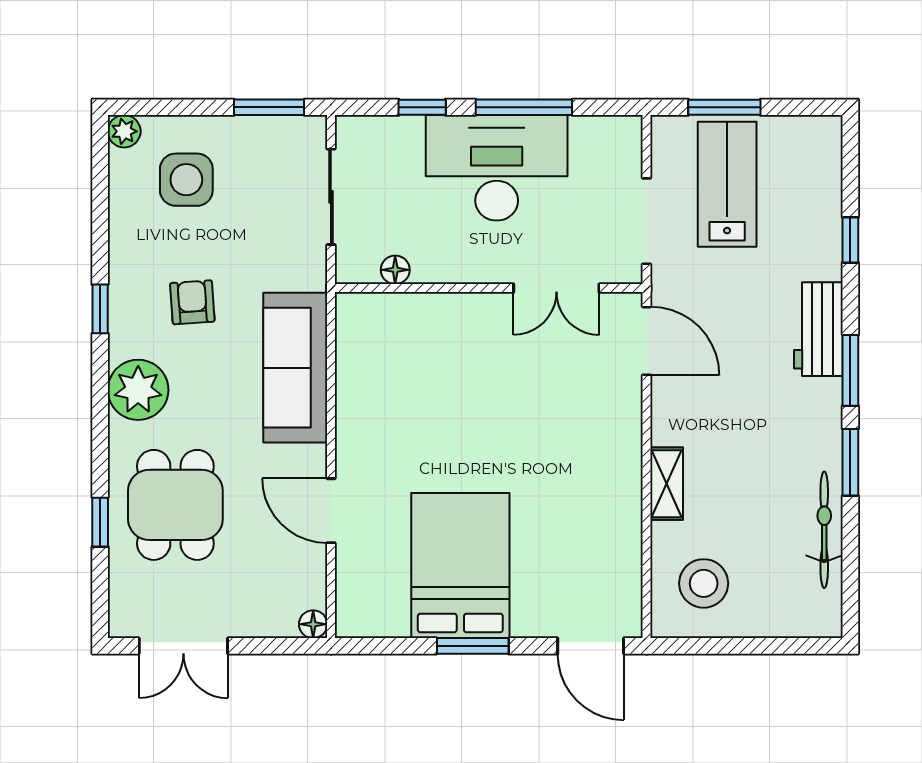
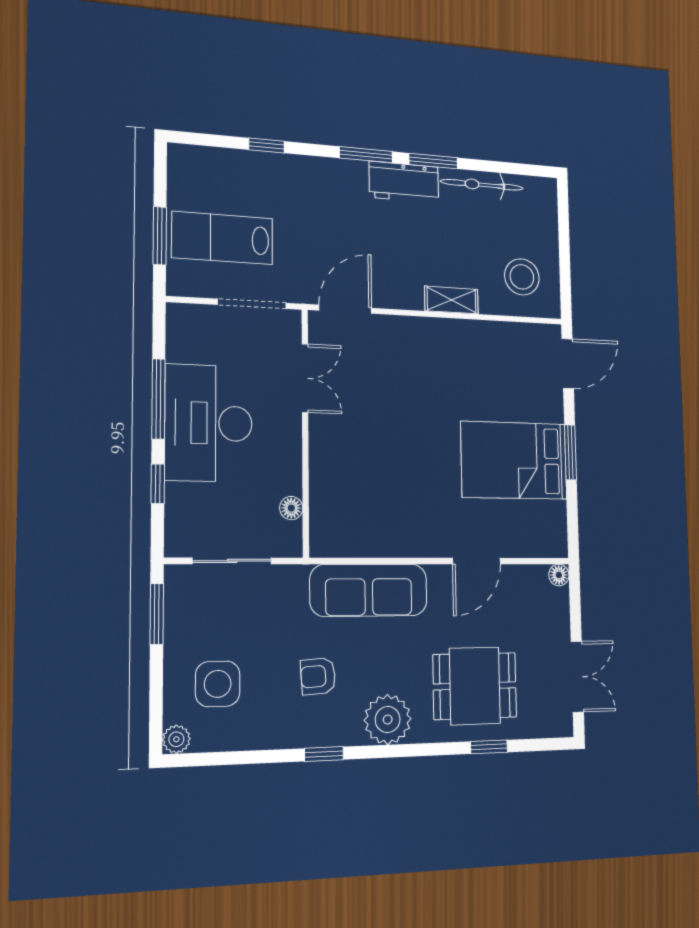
workbench: (818, 329) -> (404, 182), moved

